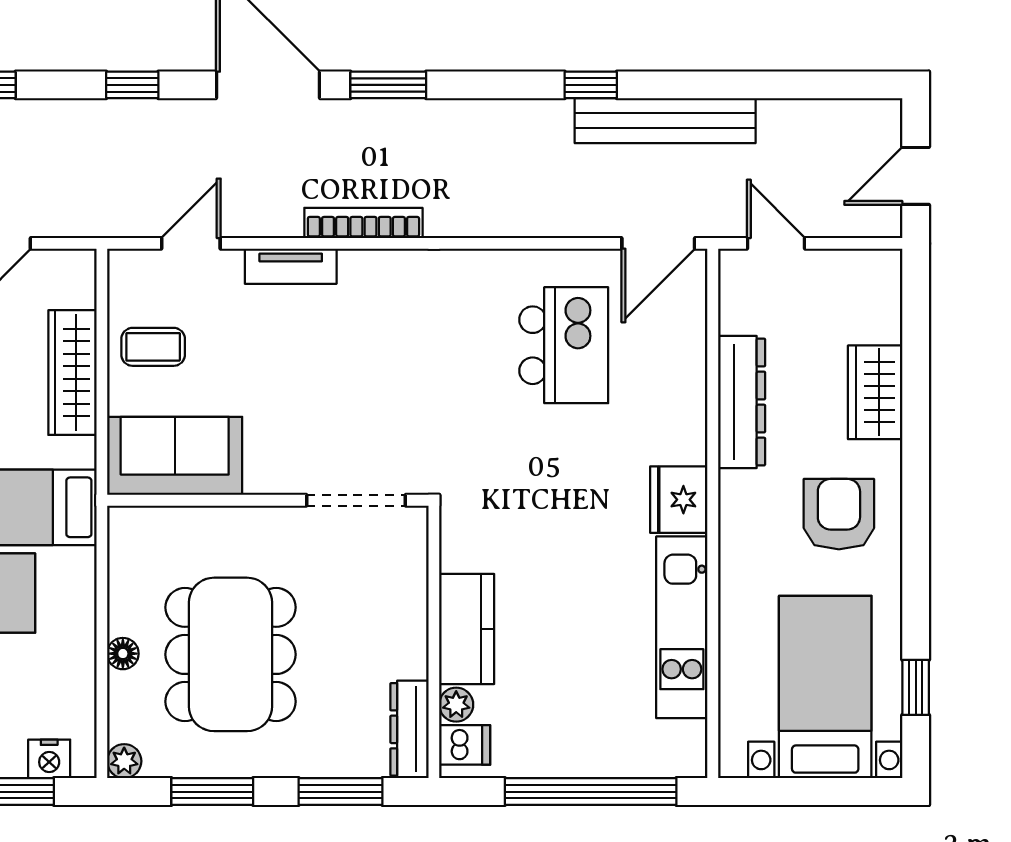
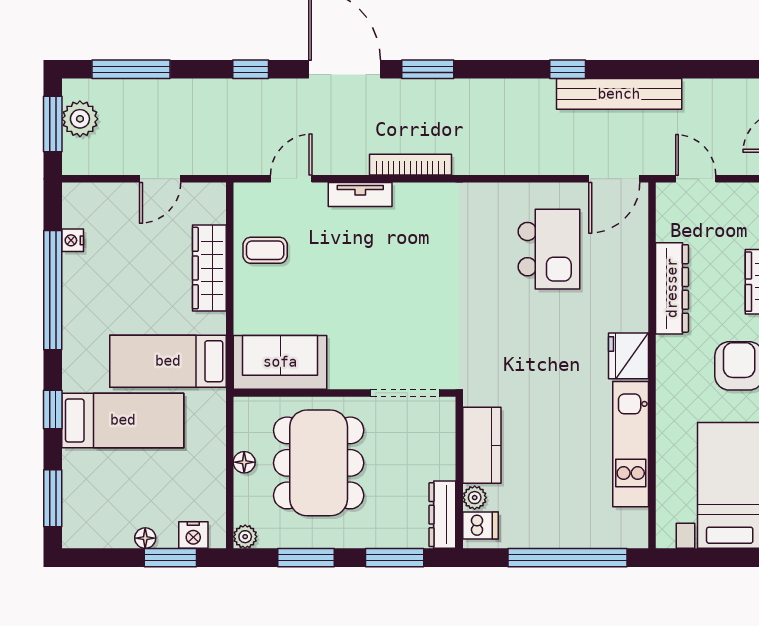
sofa: (175, 456) -> (280, 362), moved
wall: (268, 500) -> (344, 393), moved
doorway: (356, 500) -> (405, 393), moved

